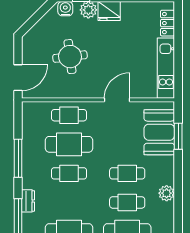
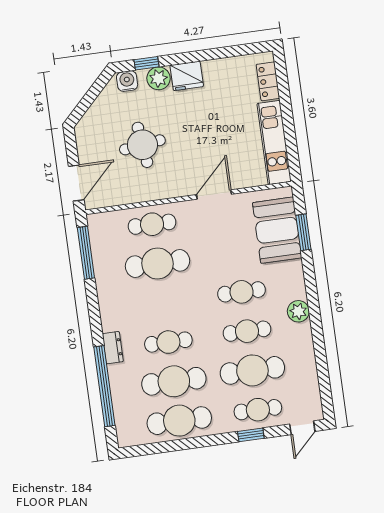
window: (18, 158) -> (86, 253), moved
cafe table: (69, 173) -> (168, 342), moved

